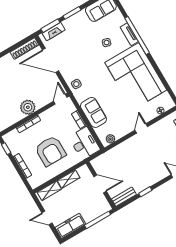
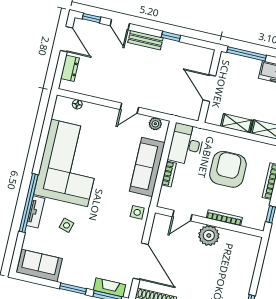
door: (60, 99) -> (182, 216), moved
sofa: (93, 112) -> (147, 167), width x1.36
door: (141, 128) -> (129, 108), moved
bench: (124, 197) -> (145, 40), moved

